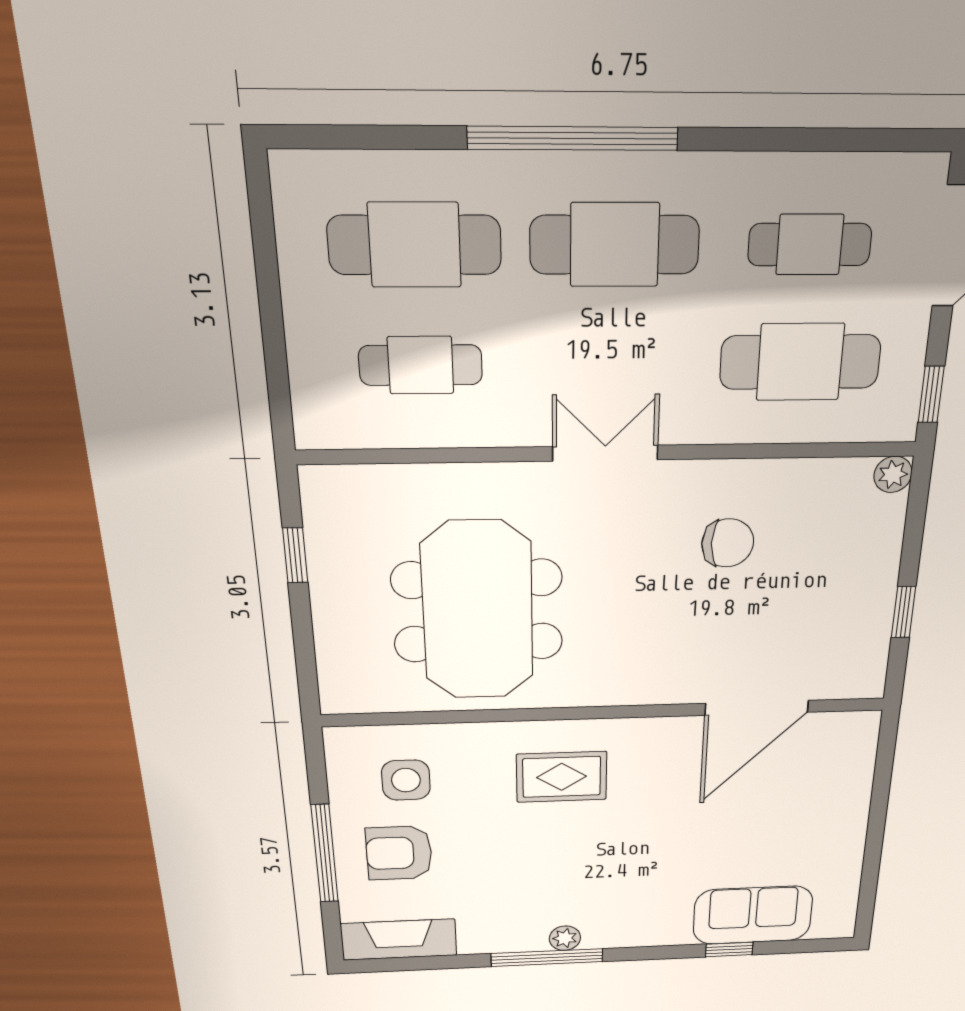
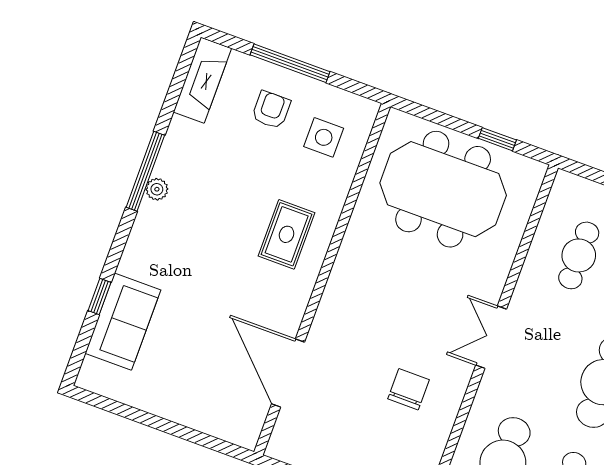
double door: (605, 453) -> (491, 337), swing flipped
chair: (728, 543) -> (409, 389), turned 180
meeting table: (478, 611) -> (443, 189), moved
armchair: (399, 853) -> (271, 110), width x0.72, depth x0.72

